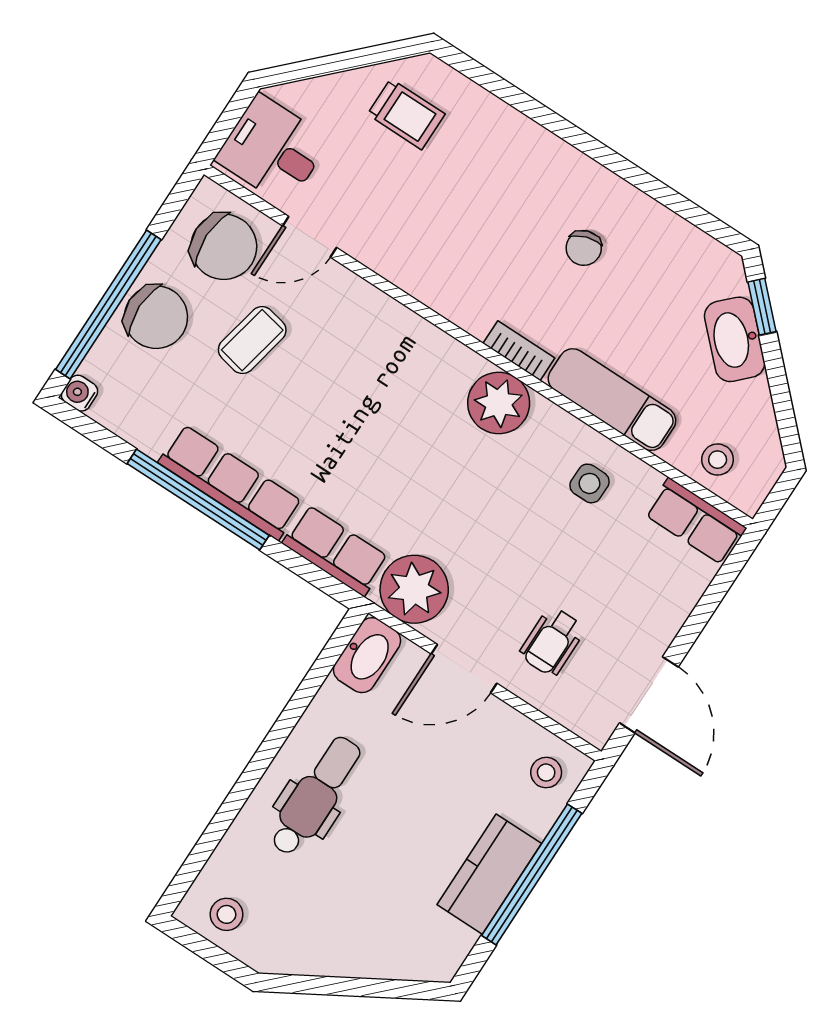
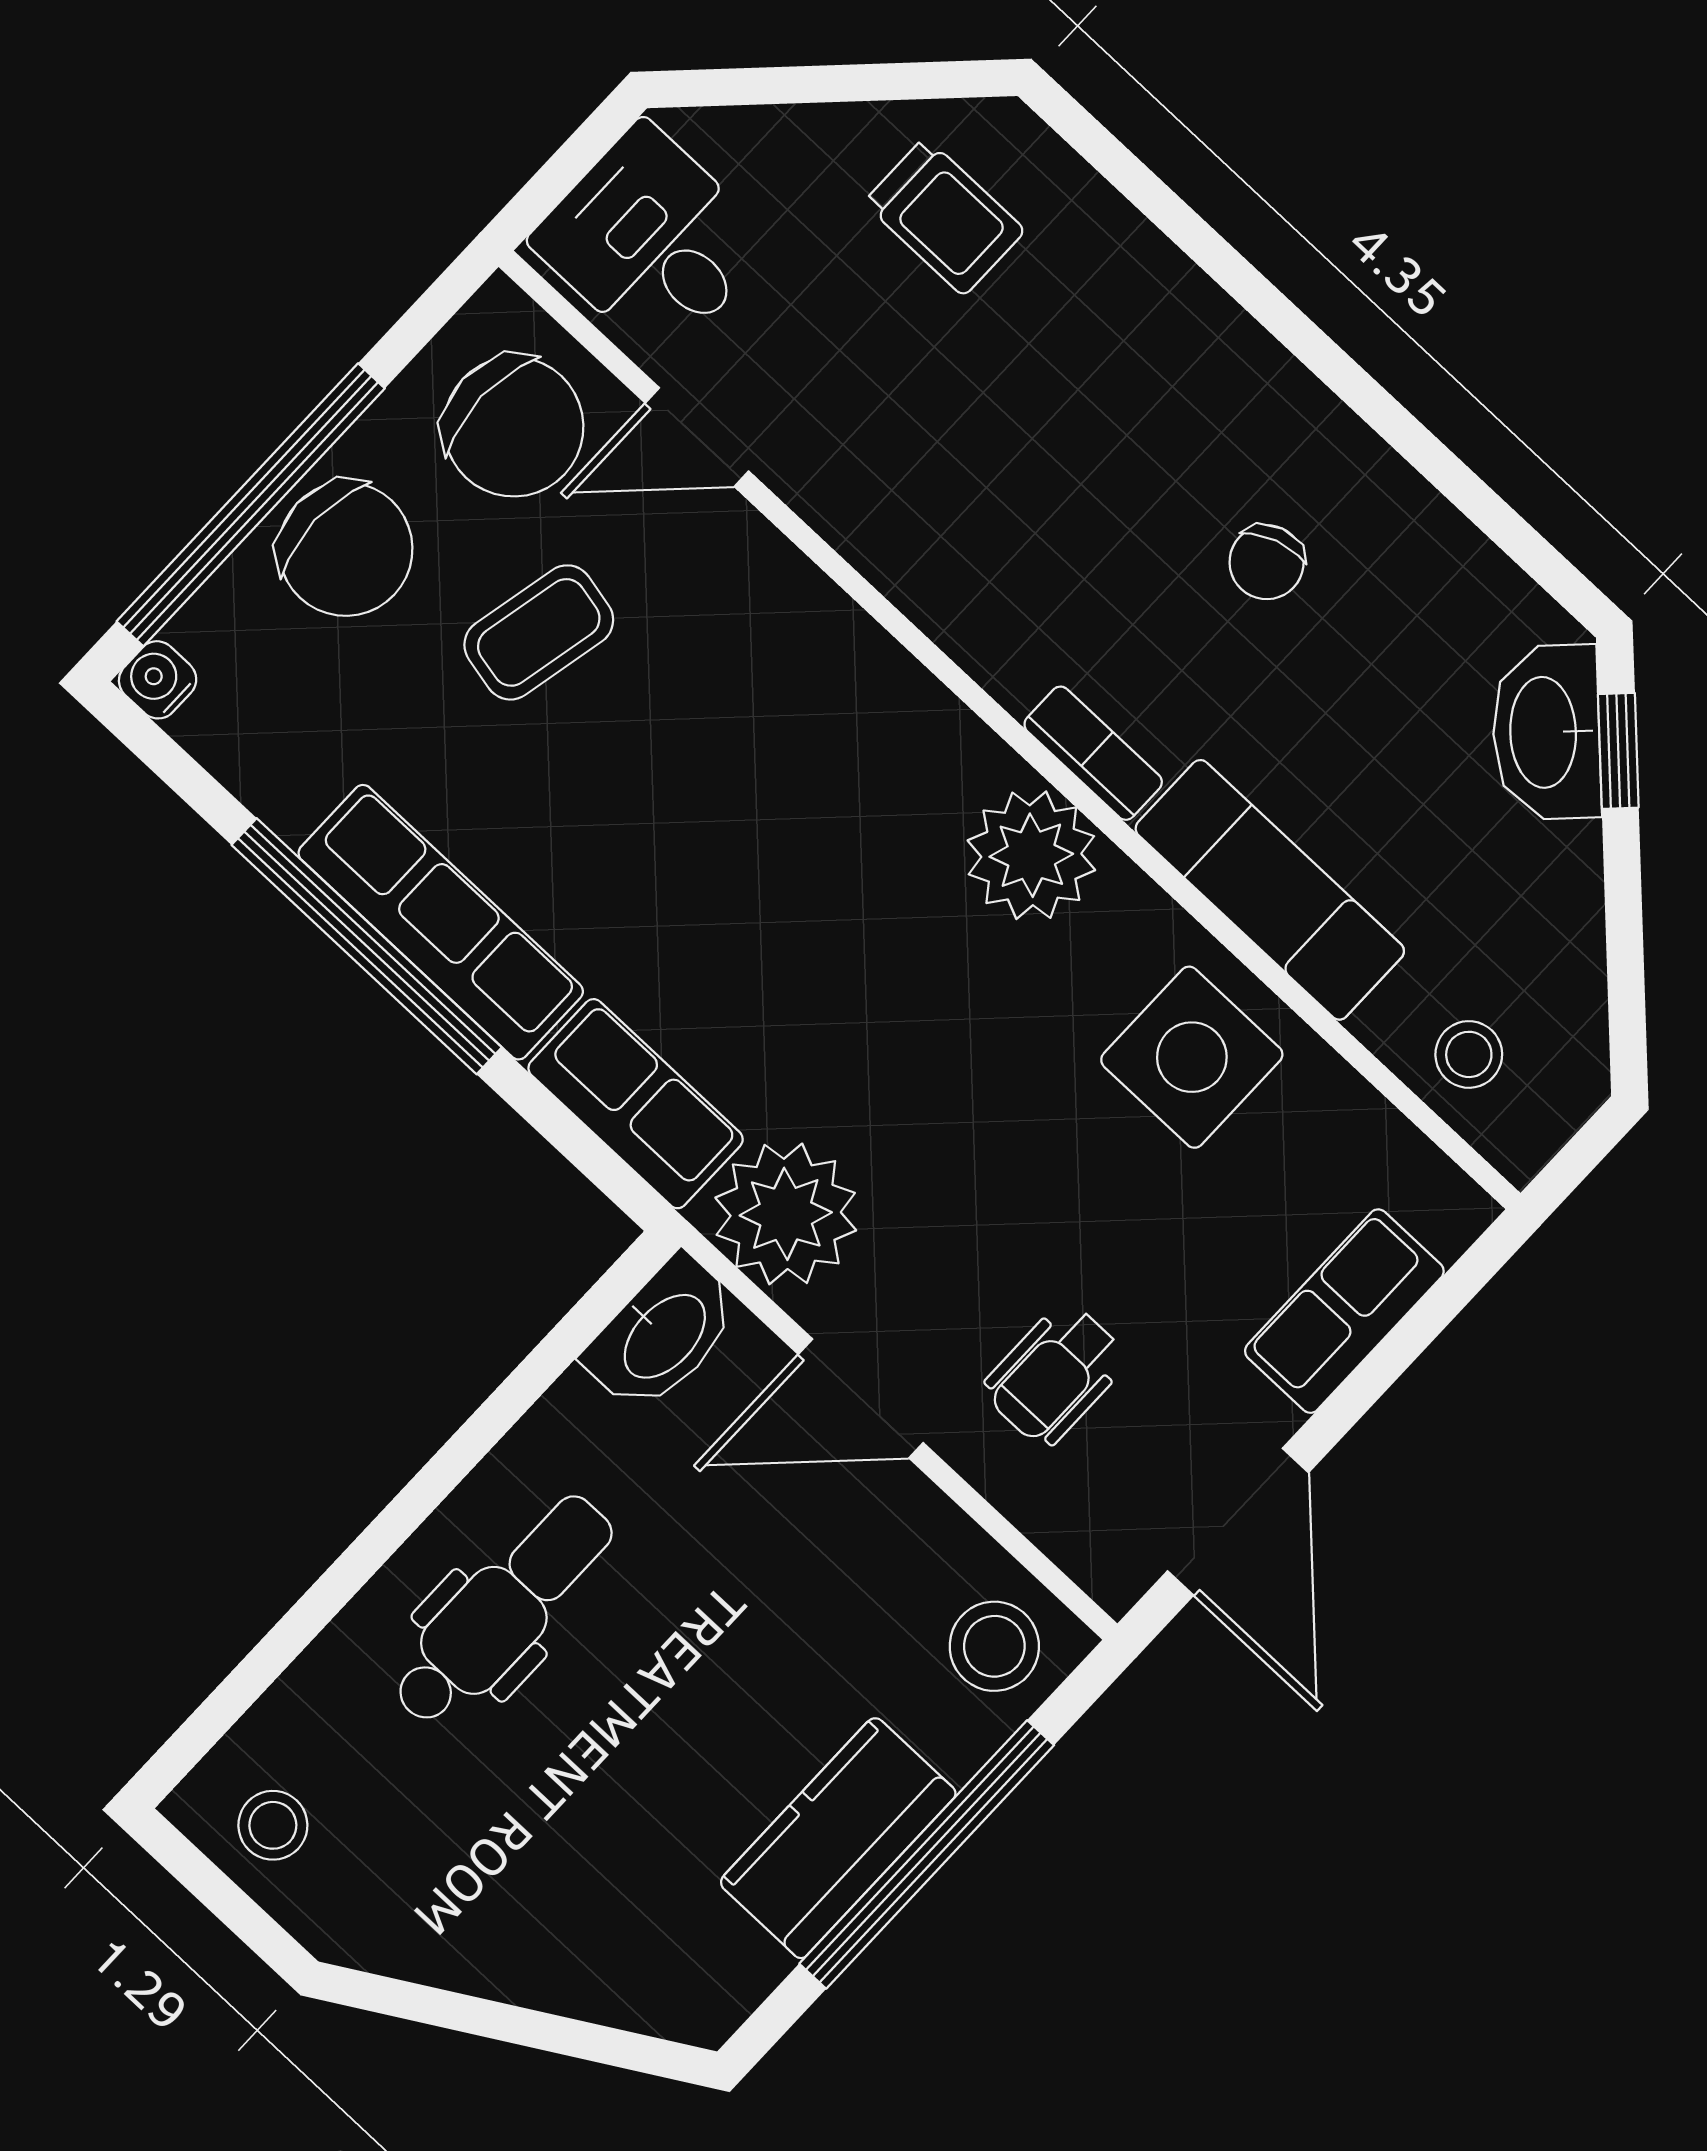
washbasin: (735, 339) -> (1546, 732), moved
side table: (589, 483) -> (1192, 1057), width x1.87, depth x1.87
row of seats: (695, 521) -> (1344, 1311), moved, turned 90
stool: (546, 773) -> (994, 1646), width x1.37, depth x1.37

